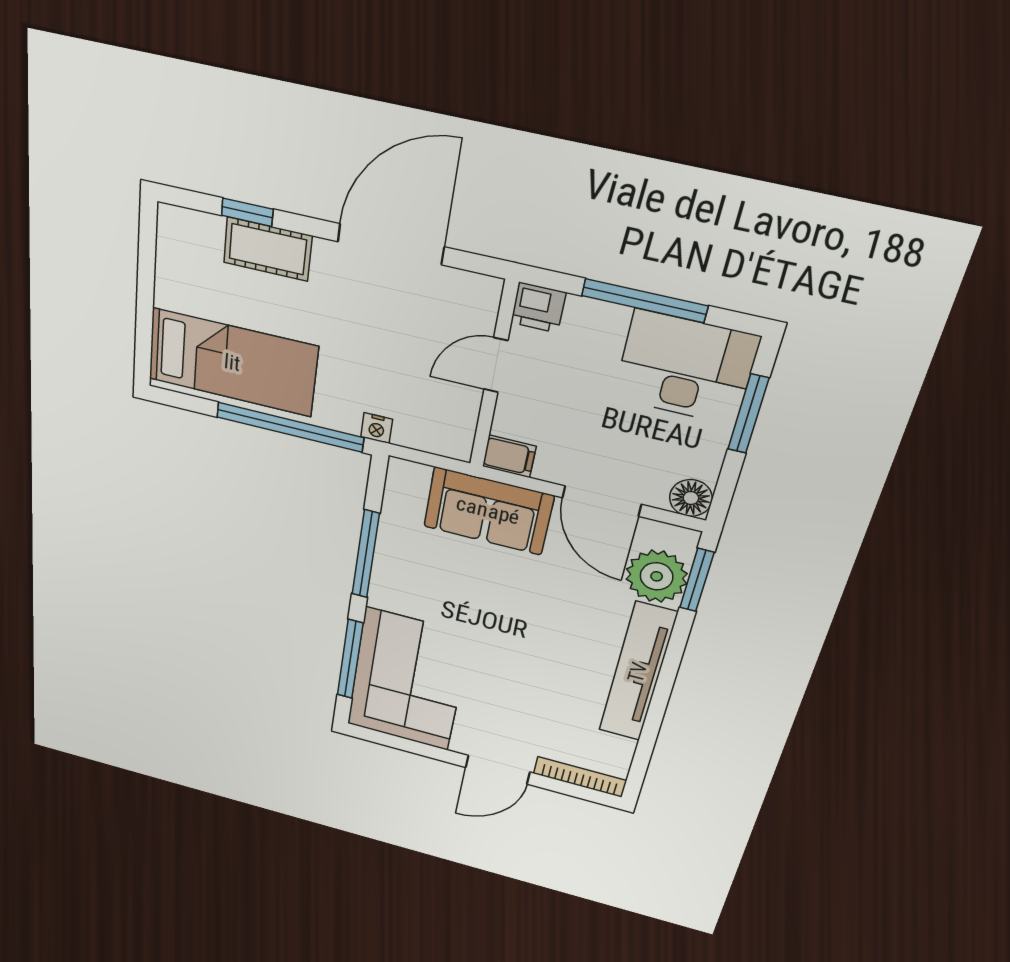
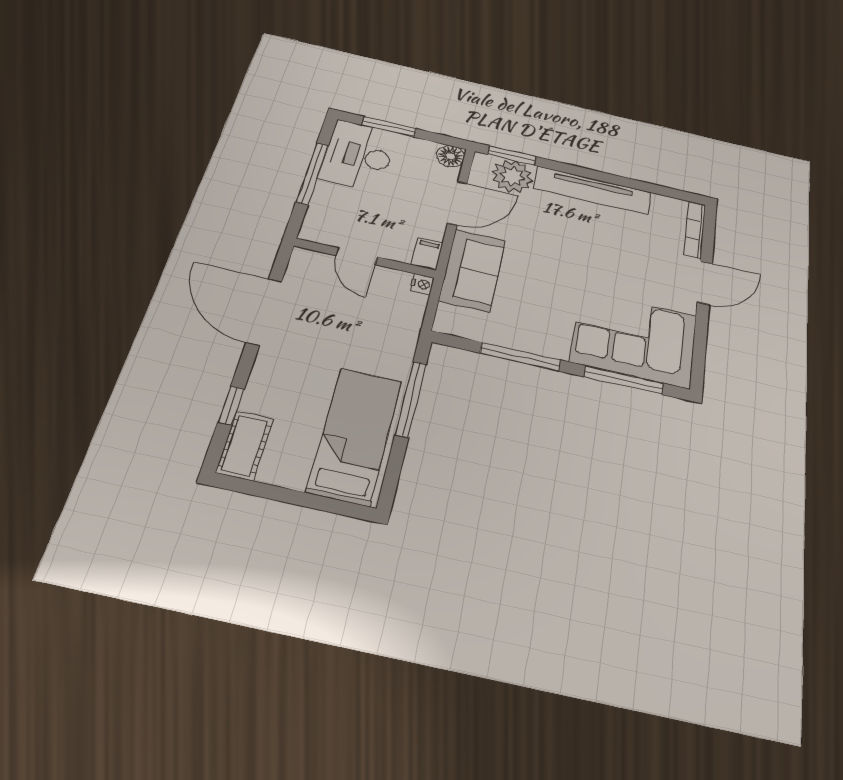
cot: (268, 249) -> (245, 445), moved
printer: (538, 308) -> (315, 229), removed
window: (290, 427) -> (411, 399), width x0.68
nightstand: (377, 428) -> (422, 284), moved
door: (498, 770) -> (705, 283), hinge flipped

